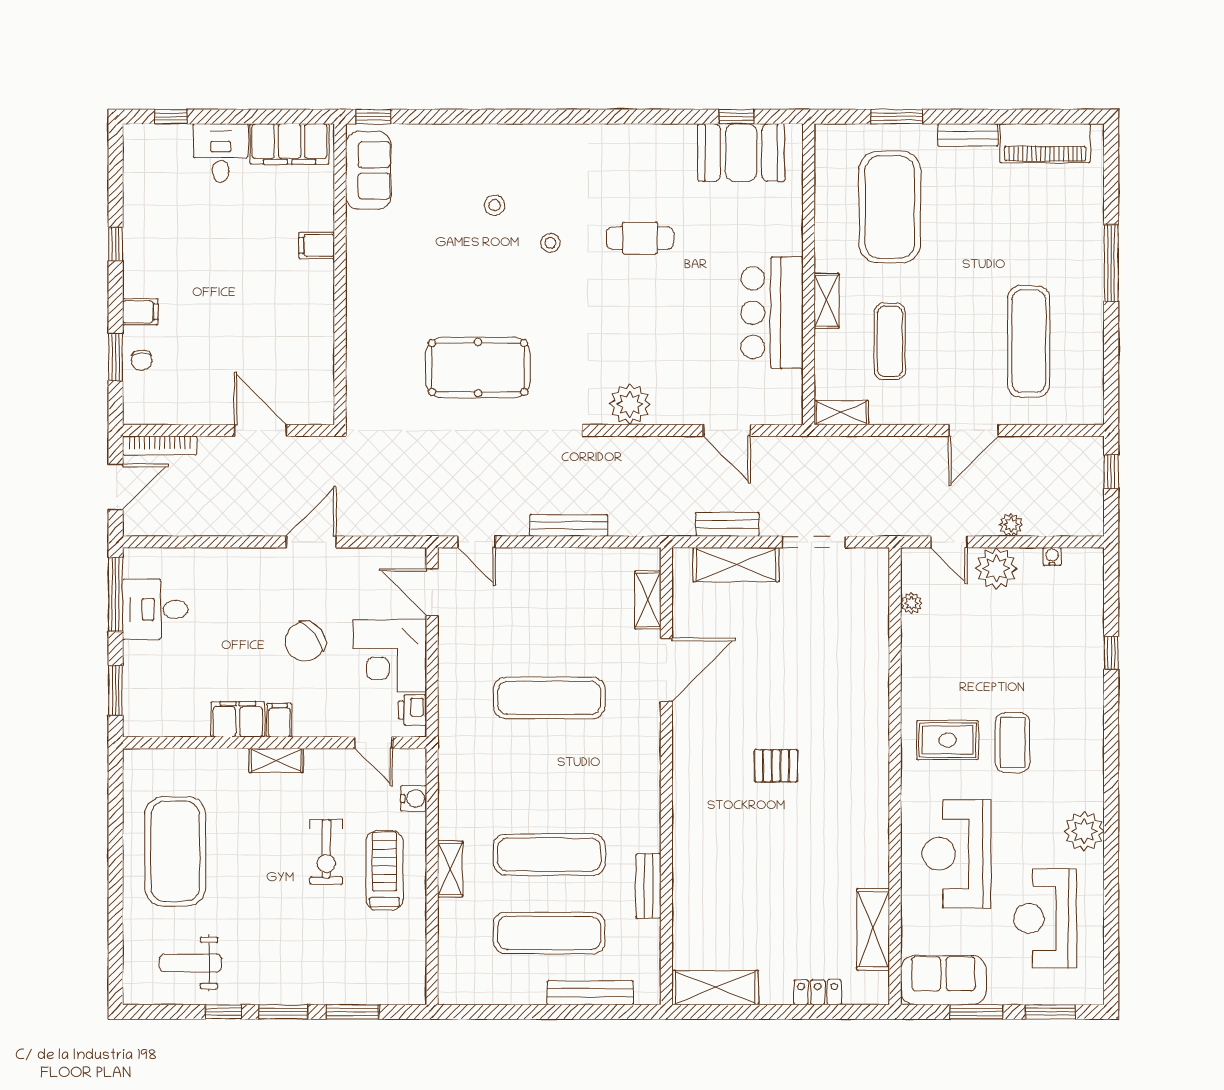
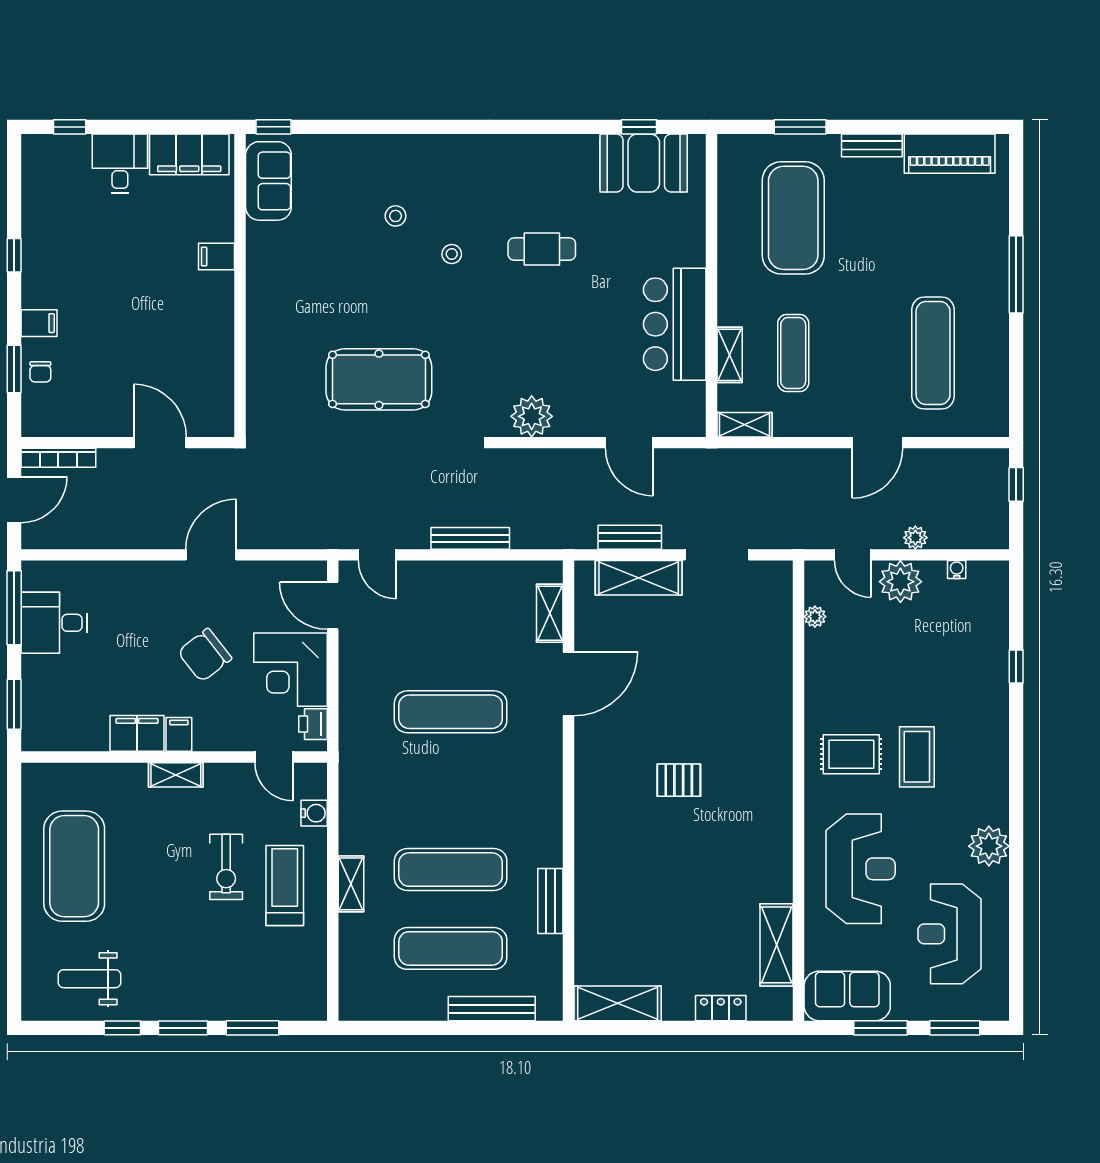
shelving: (827, 301) -> (730, 355), moved
reception desk: (957, 854) -> (861, 869), turned 180

